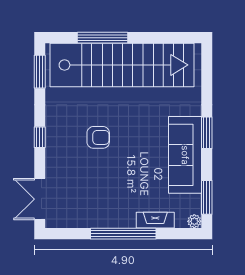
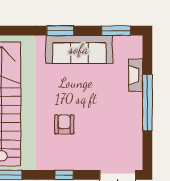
plant: (194, 221) -> (137, 41), removed

